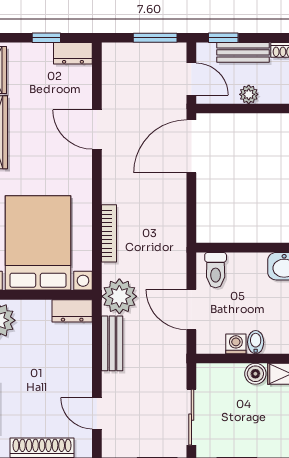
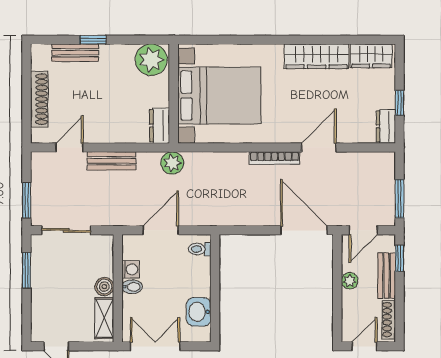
bookcase: (109, 233) -> (275, 158), moved
toilet: (216, 270) -> (200, 249), width x0.73, depth x0.72
plant: (119, 296) -> (172, 163), width x0.73, depth x0.73
bench: (112, 343) -> (112, 161), moved

